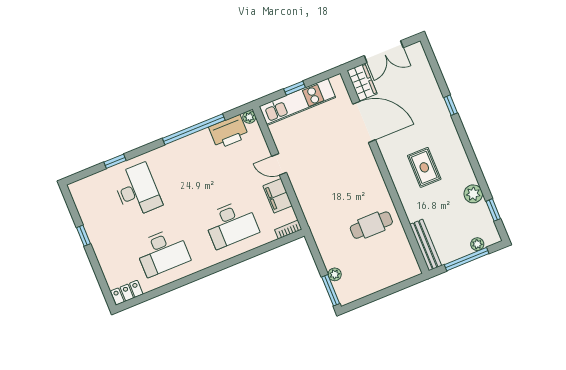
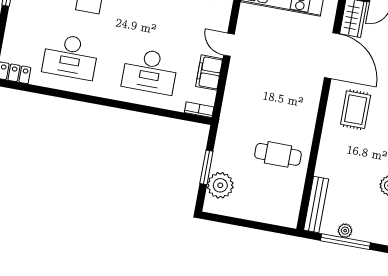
rug: (424, 167) -> (356, 110), moved
plant: (477, 244) -> (345, 231), moved
plant: (335, 274) -> (220, 185), width x1.88, depth x1.88
window: (331, 290) -> (206, 167), moved

